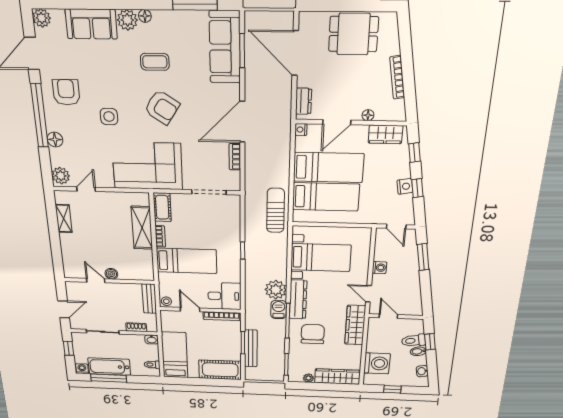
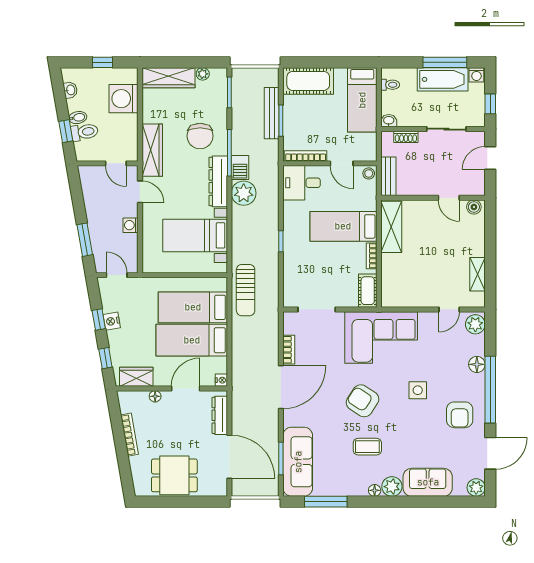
dresser: (303, 101) -> (220, 415), width x1.44
shelving: (142, 228) -> (391, 227), moved
boiler: (111, 274) -> (474, 207), moved

